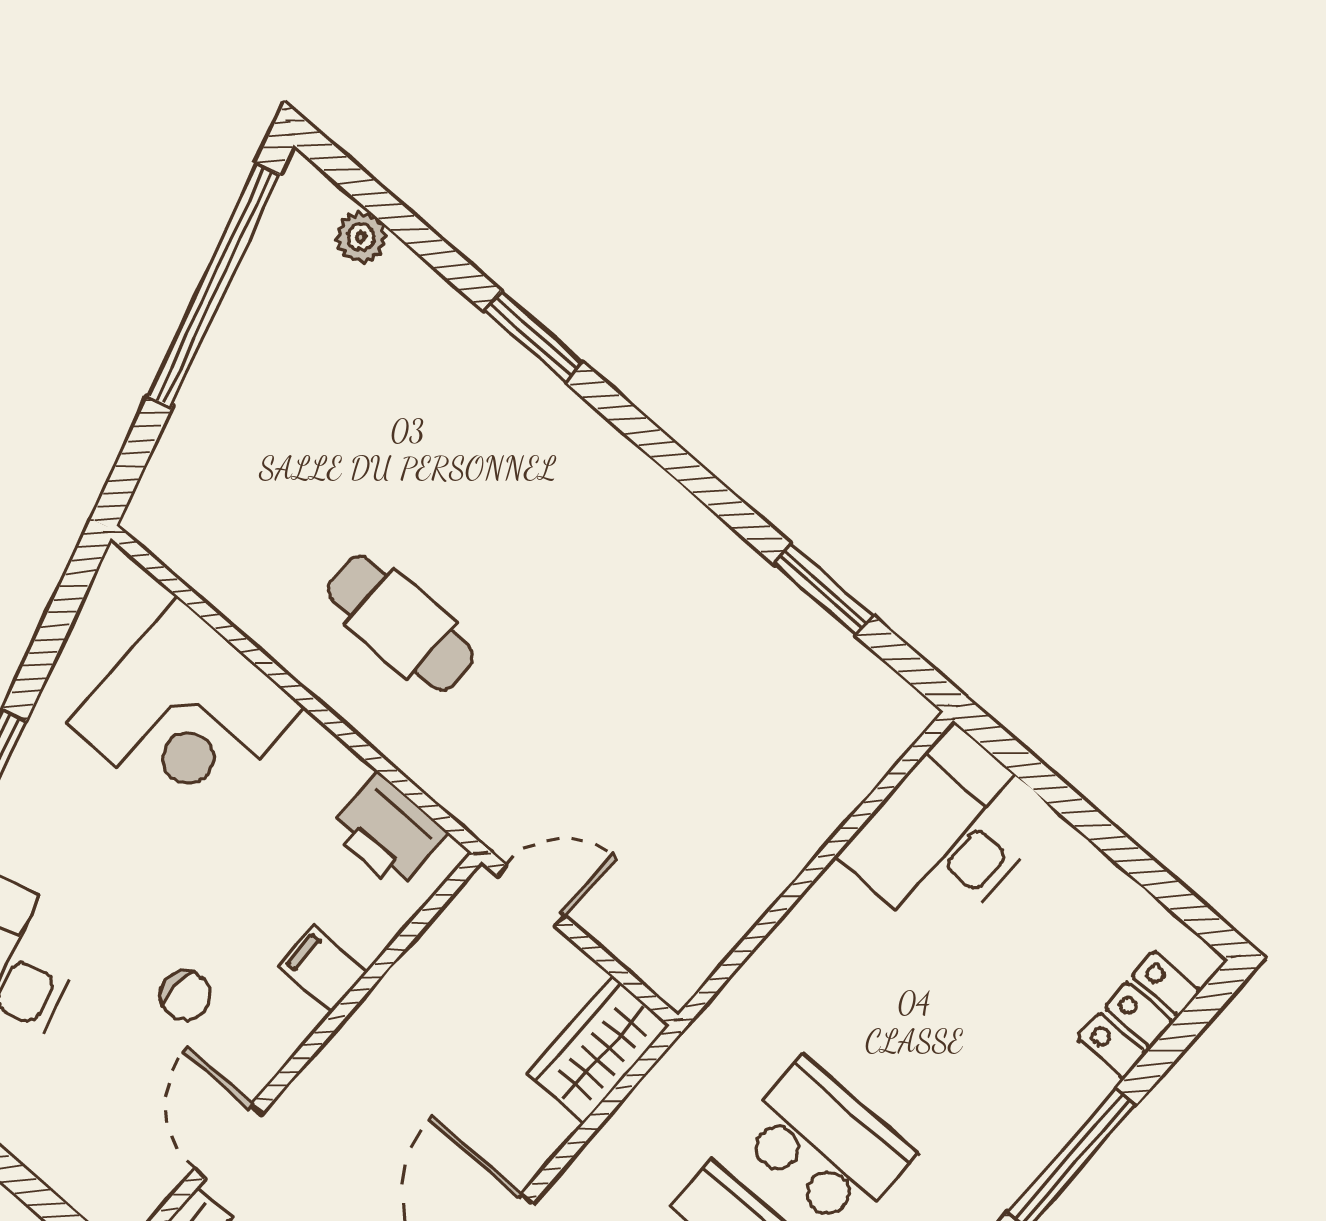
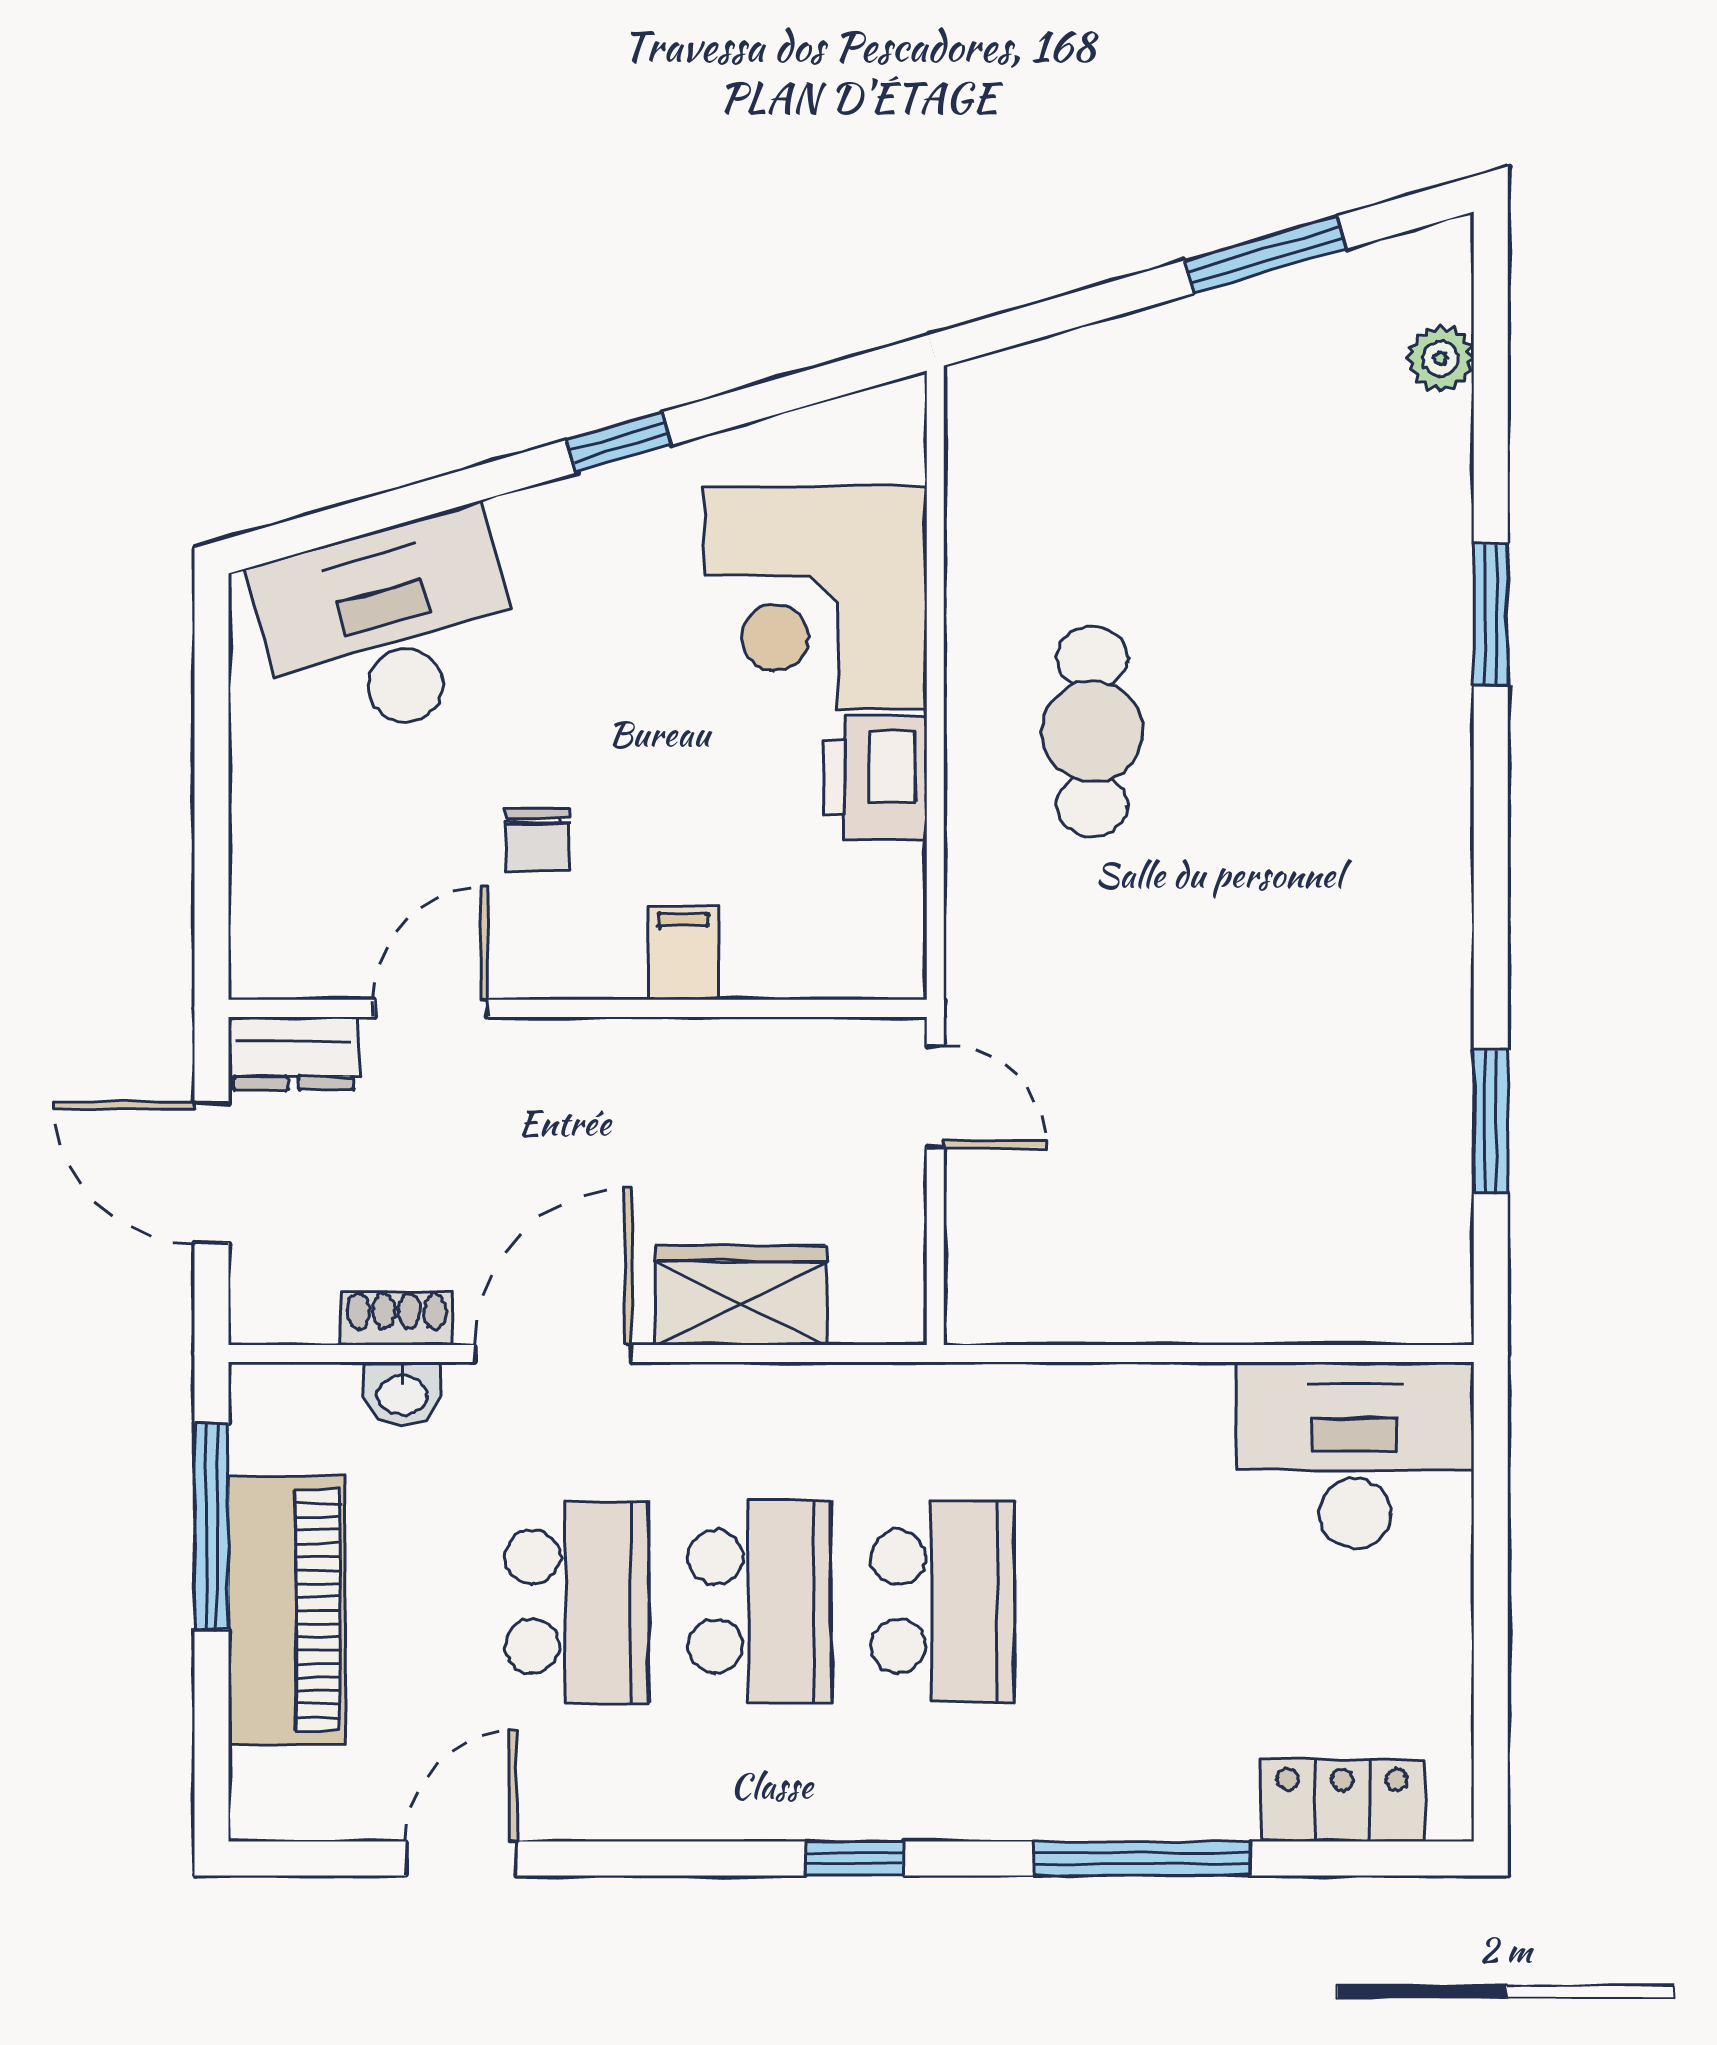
window: (214, 285) -> (1265, 255), width x0.47
printer: (388, 831) -> (876, 778), moved
wardrobe: (598, 1050) -> (741, 1295), moved

